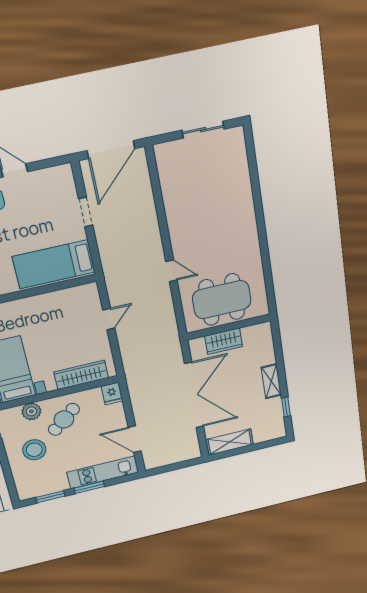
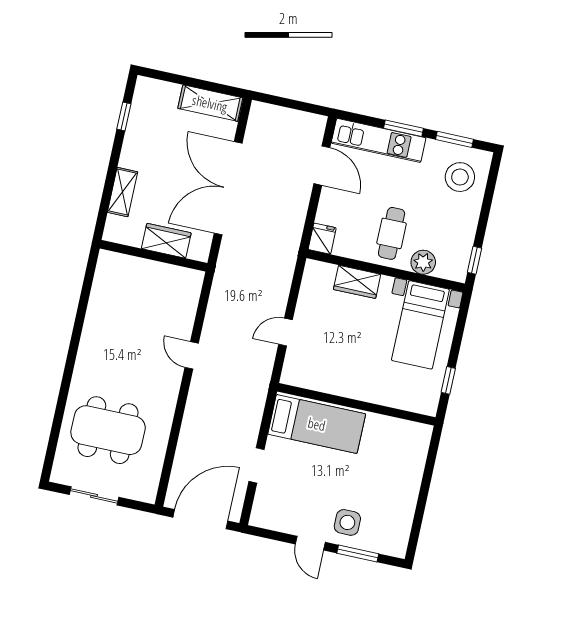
dining table: (222, 300) -> (108, 430), moved
wardrobe: (81, 375) -> (357, 282), width x0.67
shelving: (271, 381) -> (123, 192), moved
cafe table: (64, 419) -> (392, 233), turned -51
stool: (34, 450) -> (460, 177), moved

